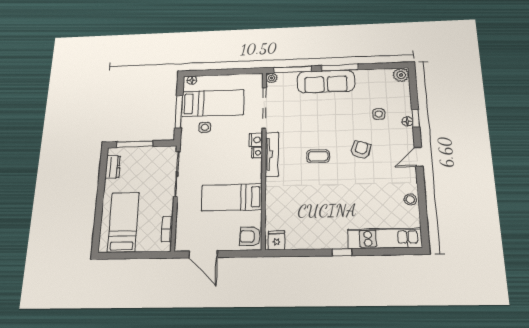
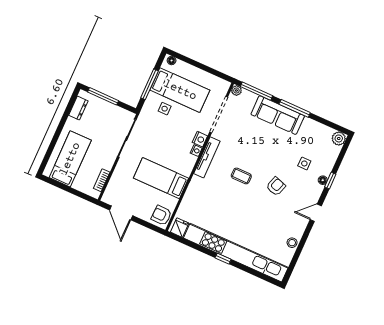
kitchen unit: (385, 238) -> (236, 253), width x1.86

